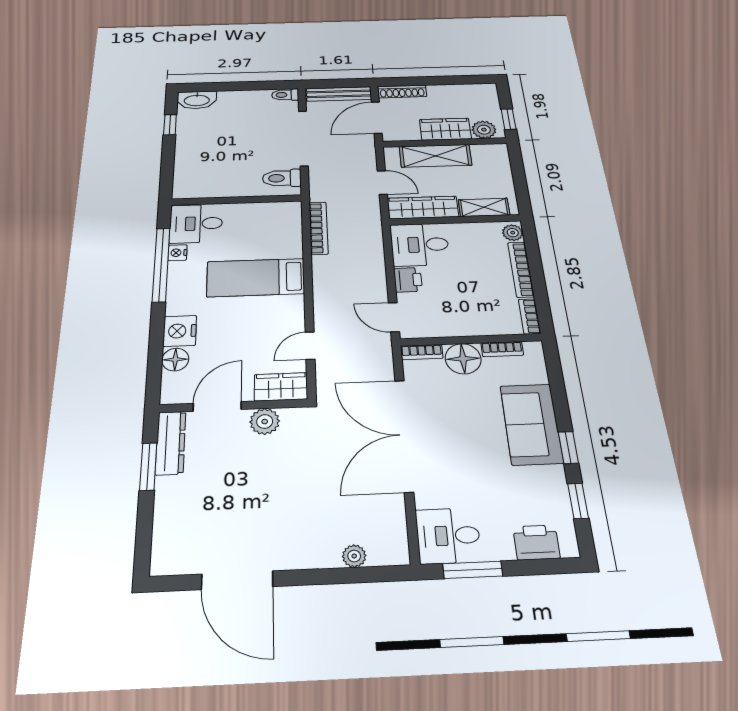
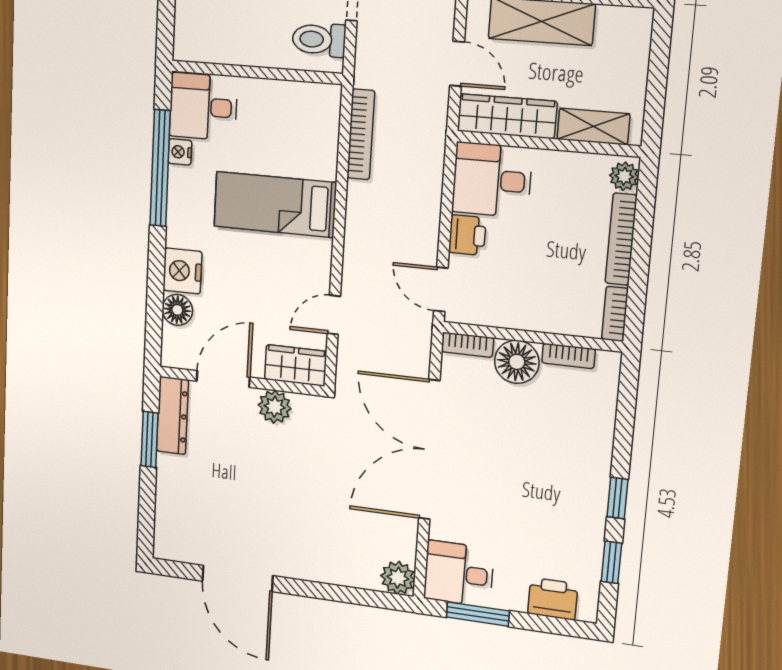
sofa: (531, 424) -> (581, 462), removed
plant: (354, 556) -> (398, 578), moved, width x1.38, depth x1.38

